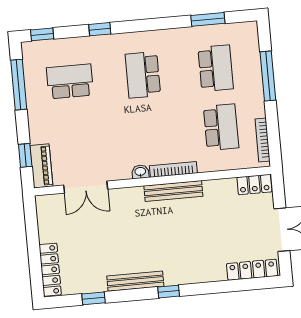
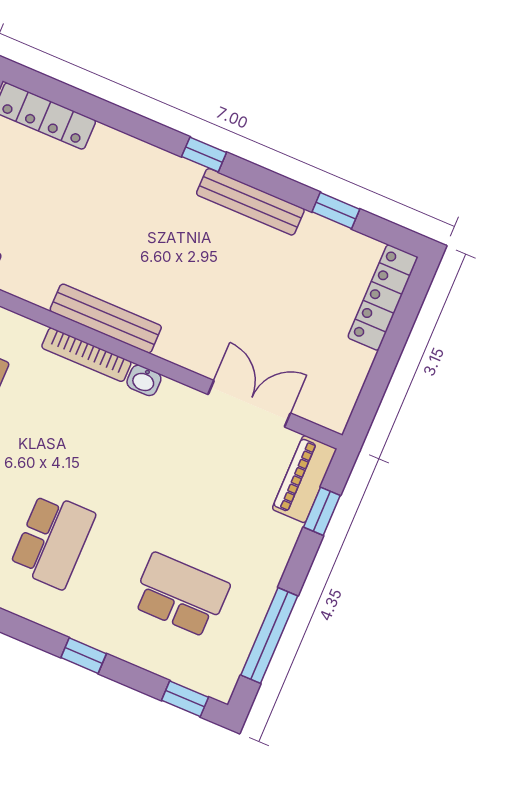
school desk: (70, 81) -> (181, 595), turned 180

